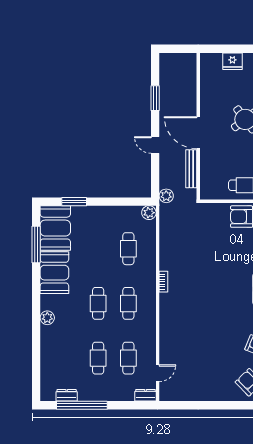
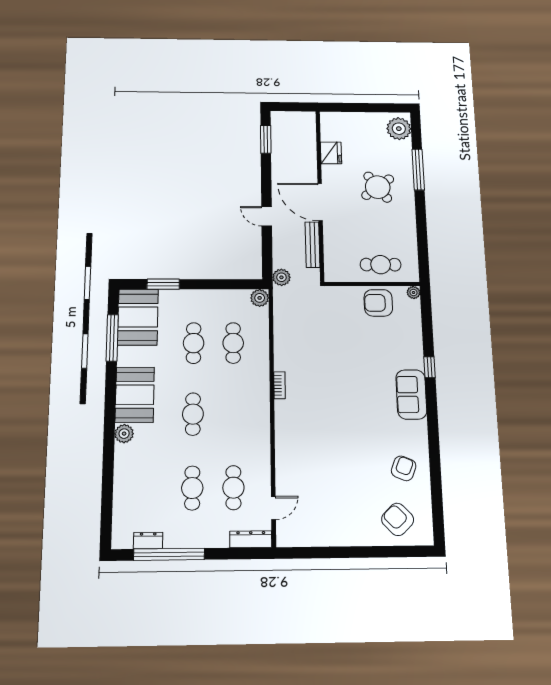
fridge: (232, 61) -> (331, 153), moved, turned -90
window: (155, 98) -> (266, 139), moved
booth: (54, 273) -> (135, 395), moved
cafe table: (128, 303) -> (194, 343), moved
dresser: (145, 395) -> (251, 539), width x1.44

